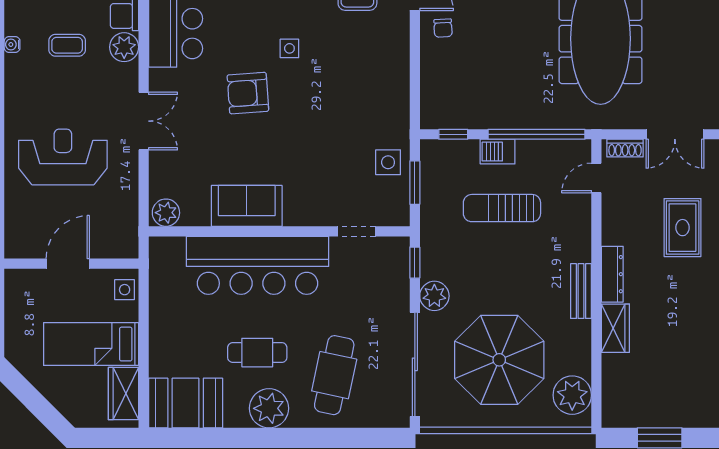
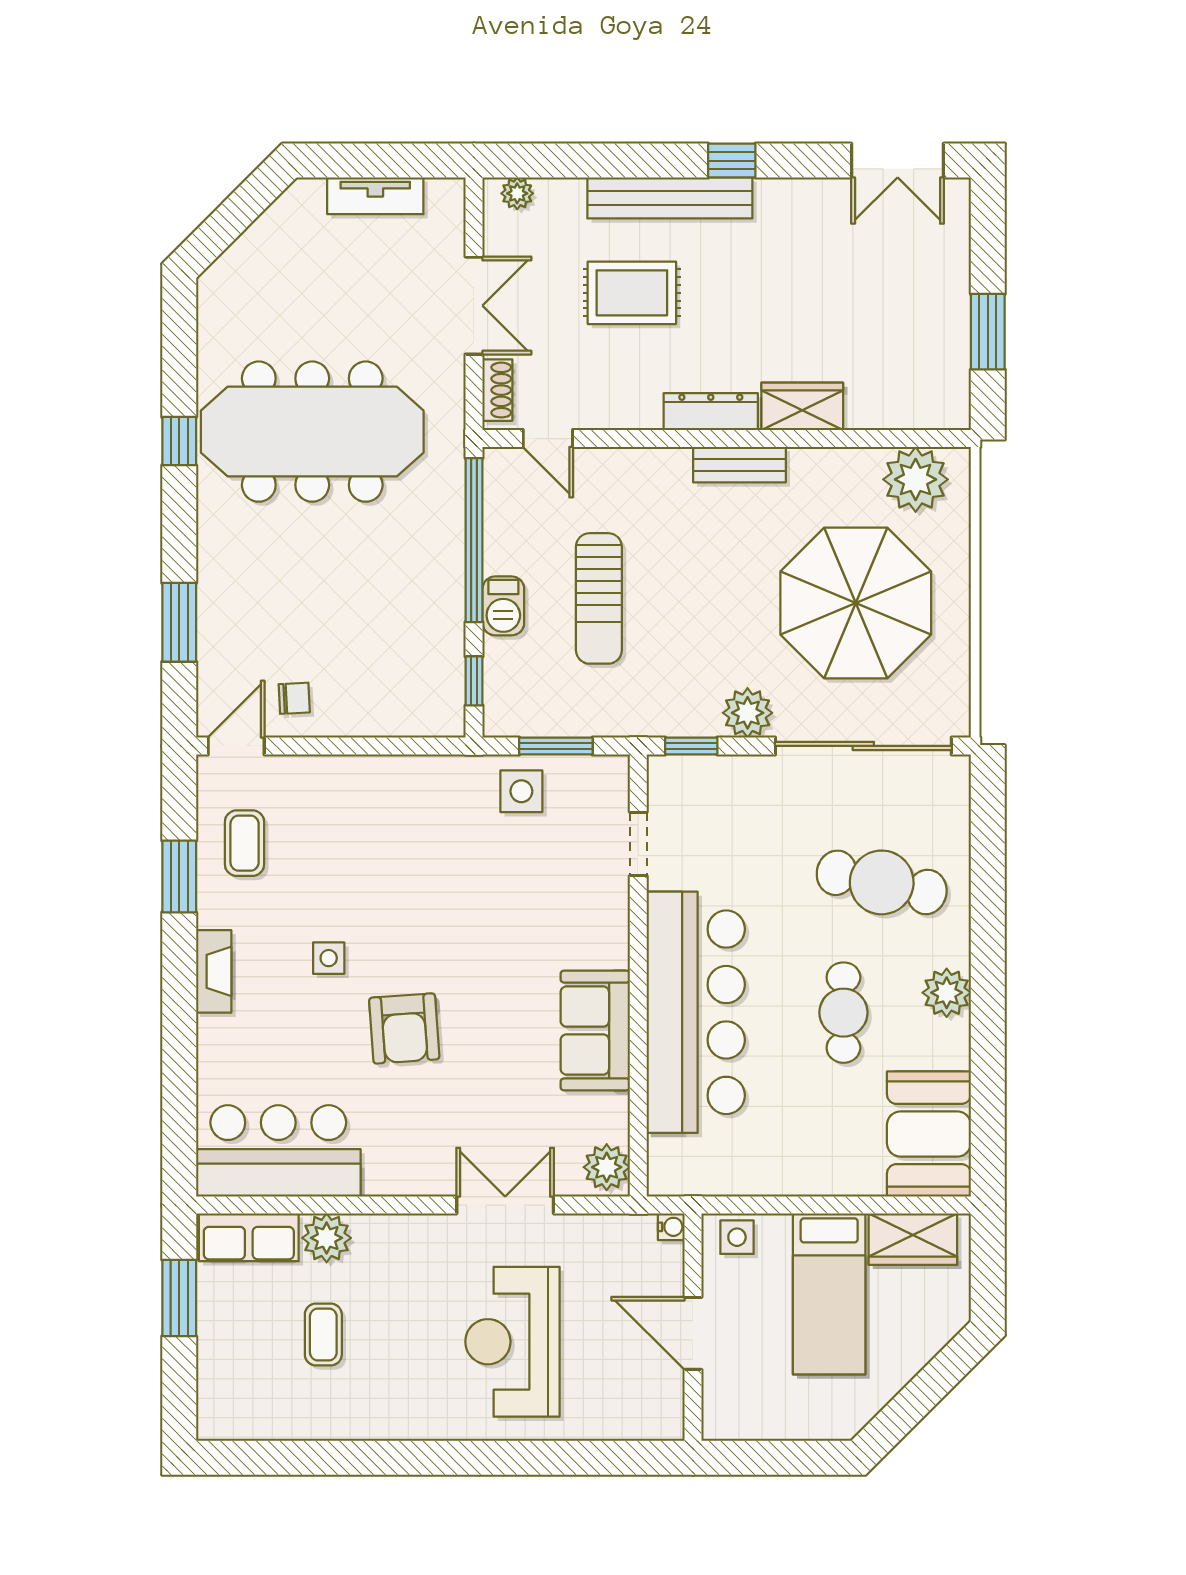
water cooler: (12, 45) -> (671, 1227), moved, turned -90
double door: (144, 121) -> (505, 1205), moved
plant: (269, 408) -> (947, 993), width x0.73, depth x0.73

